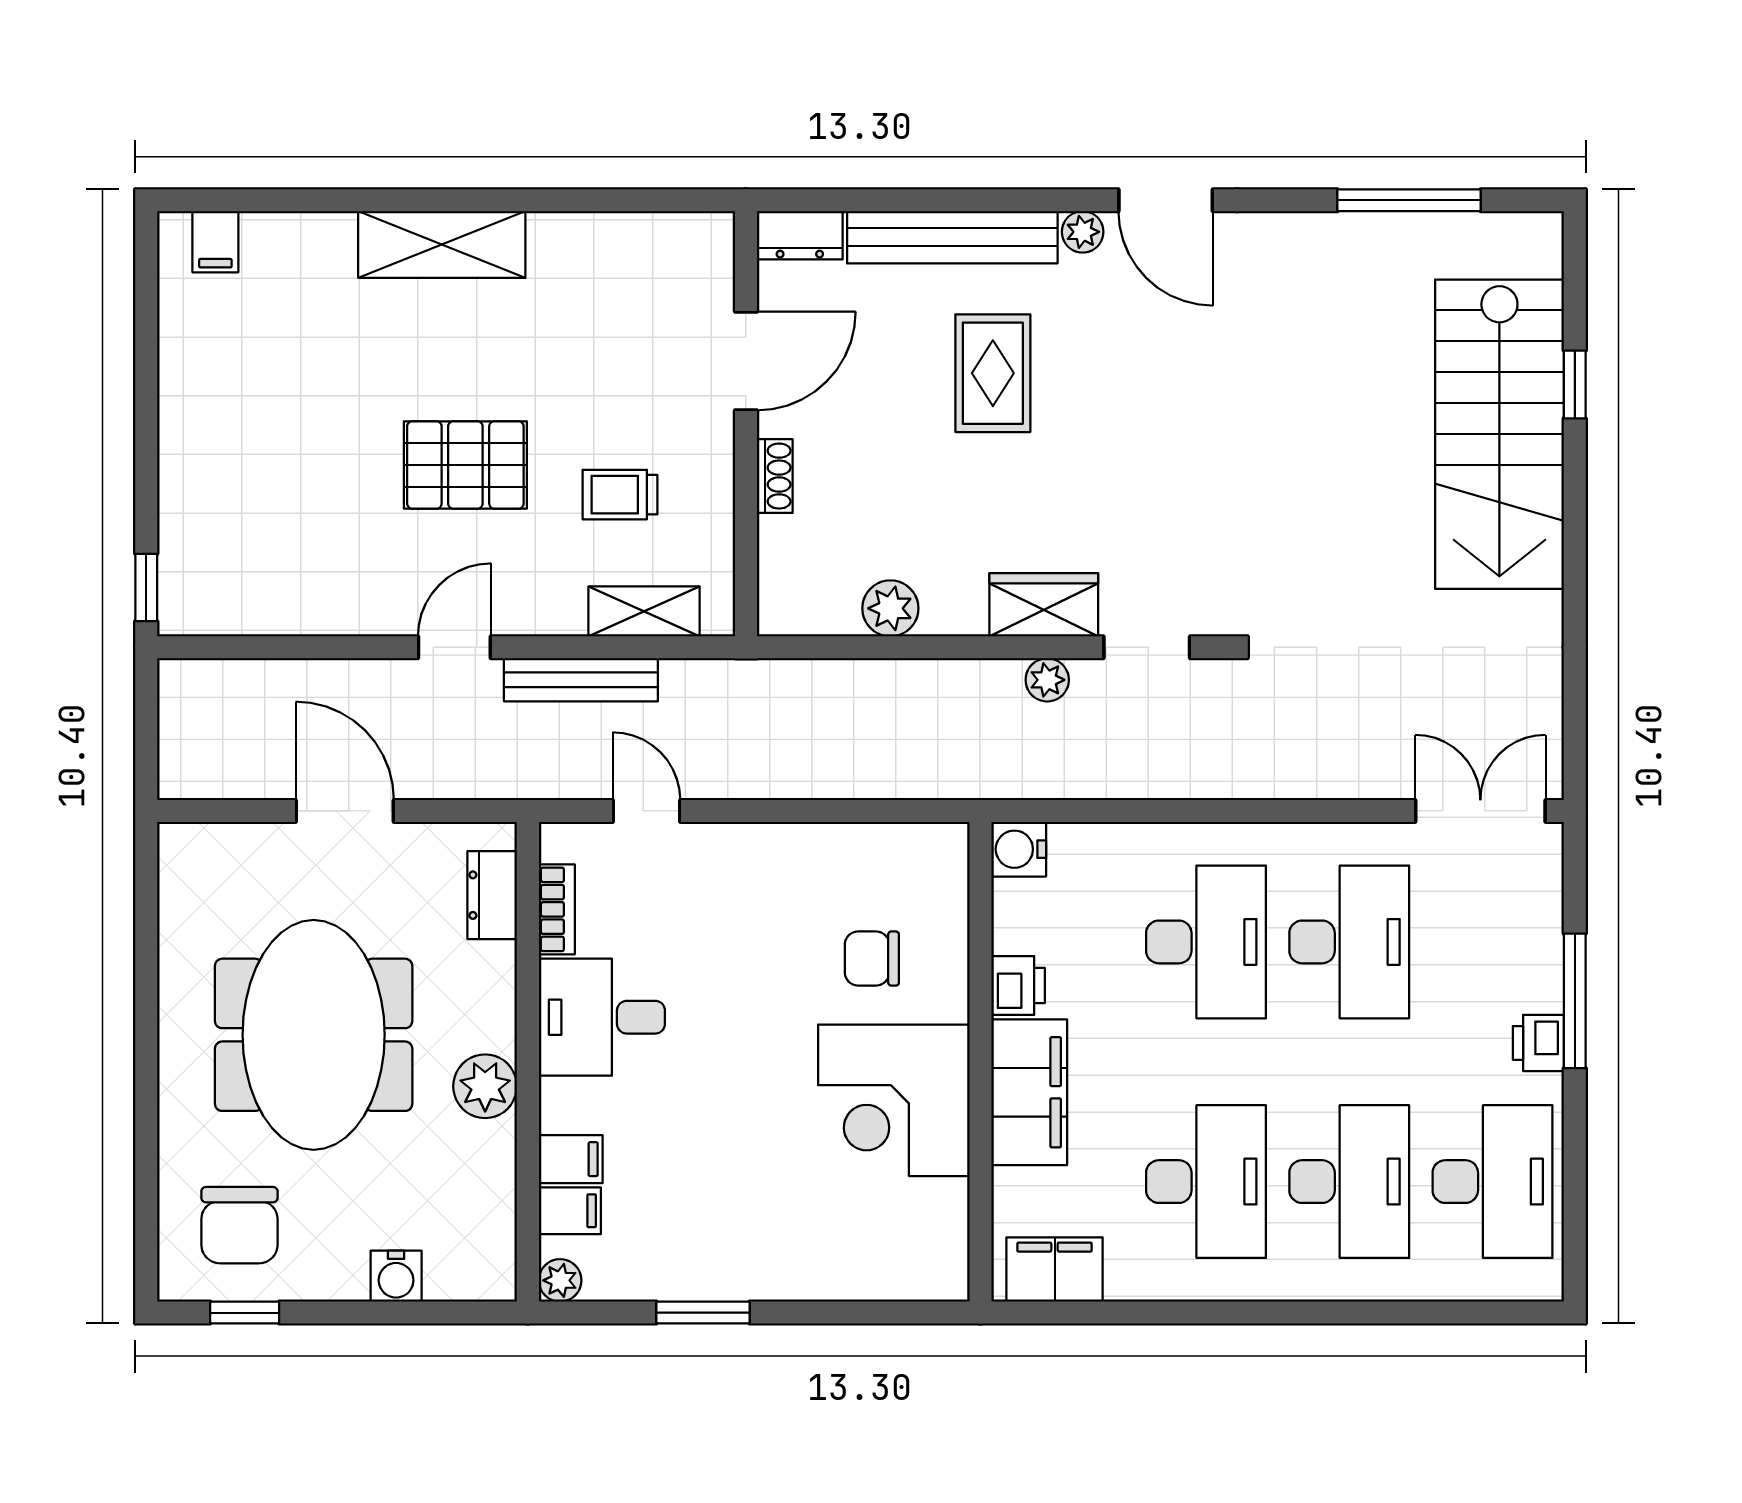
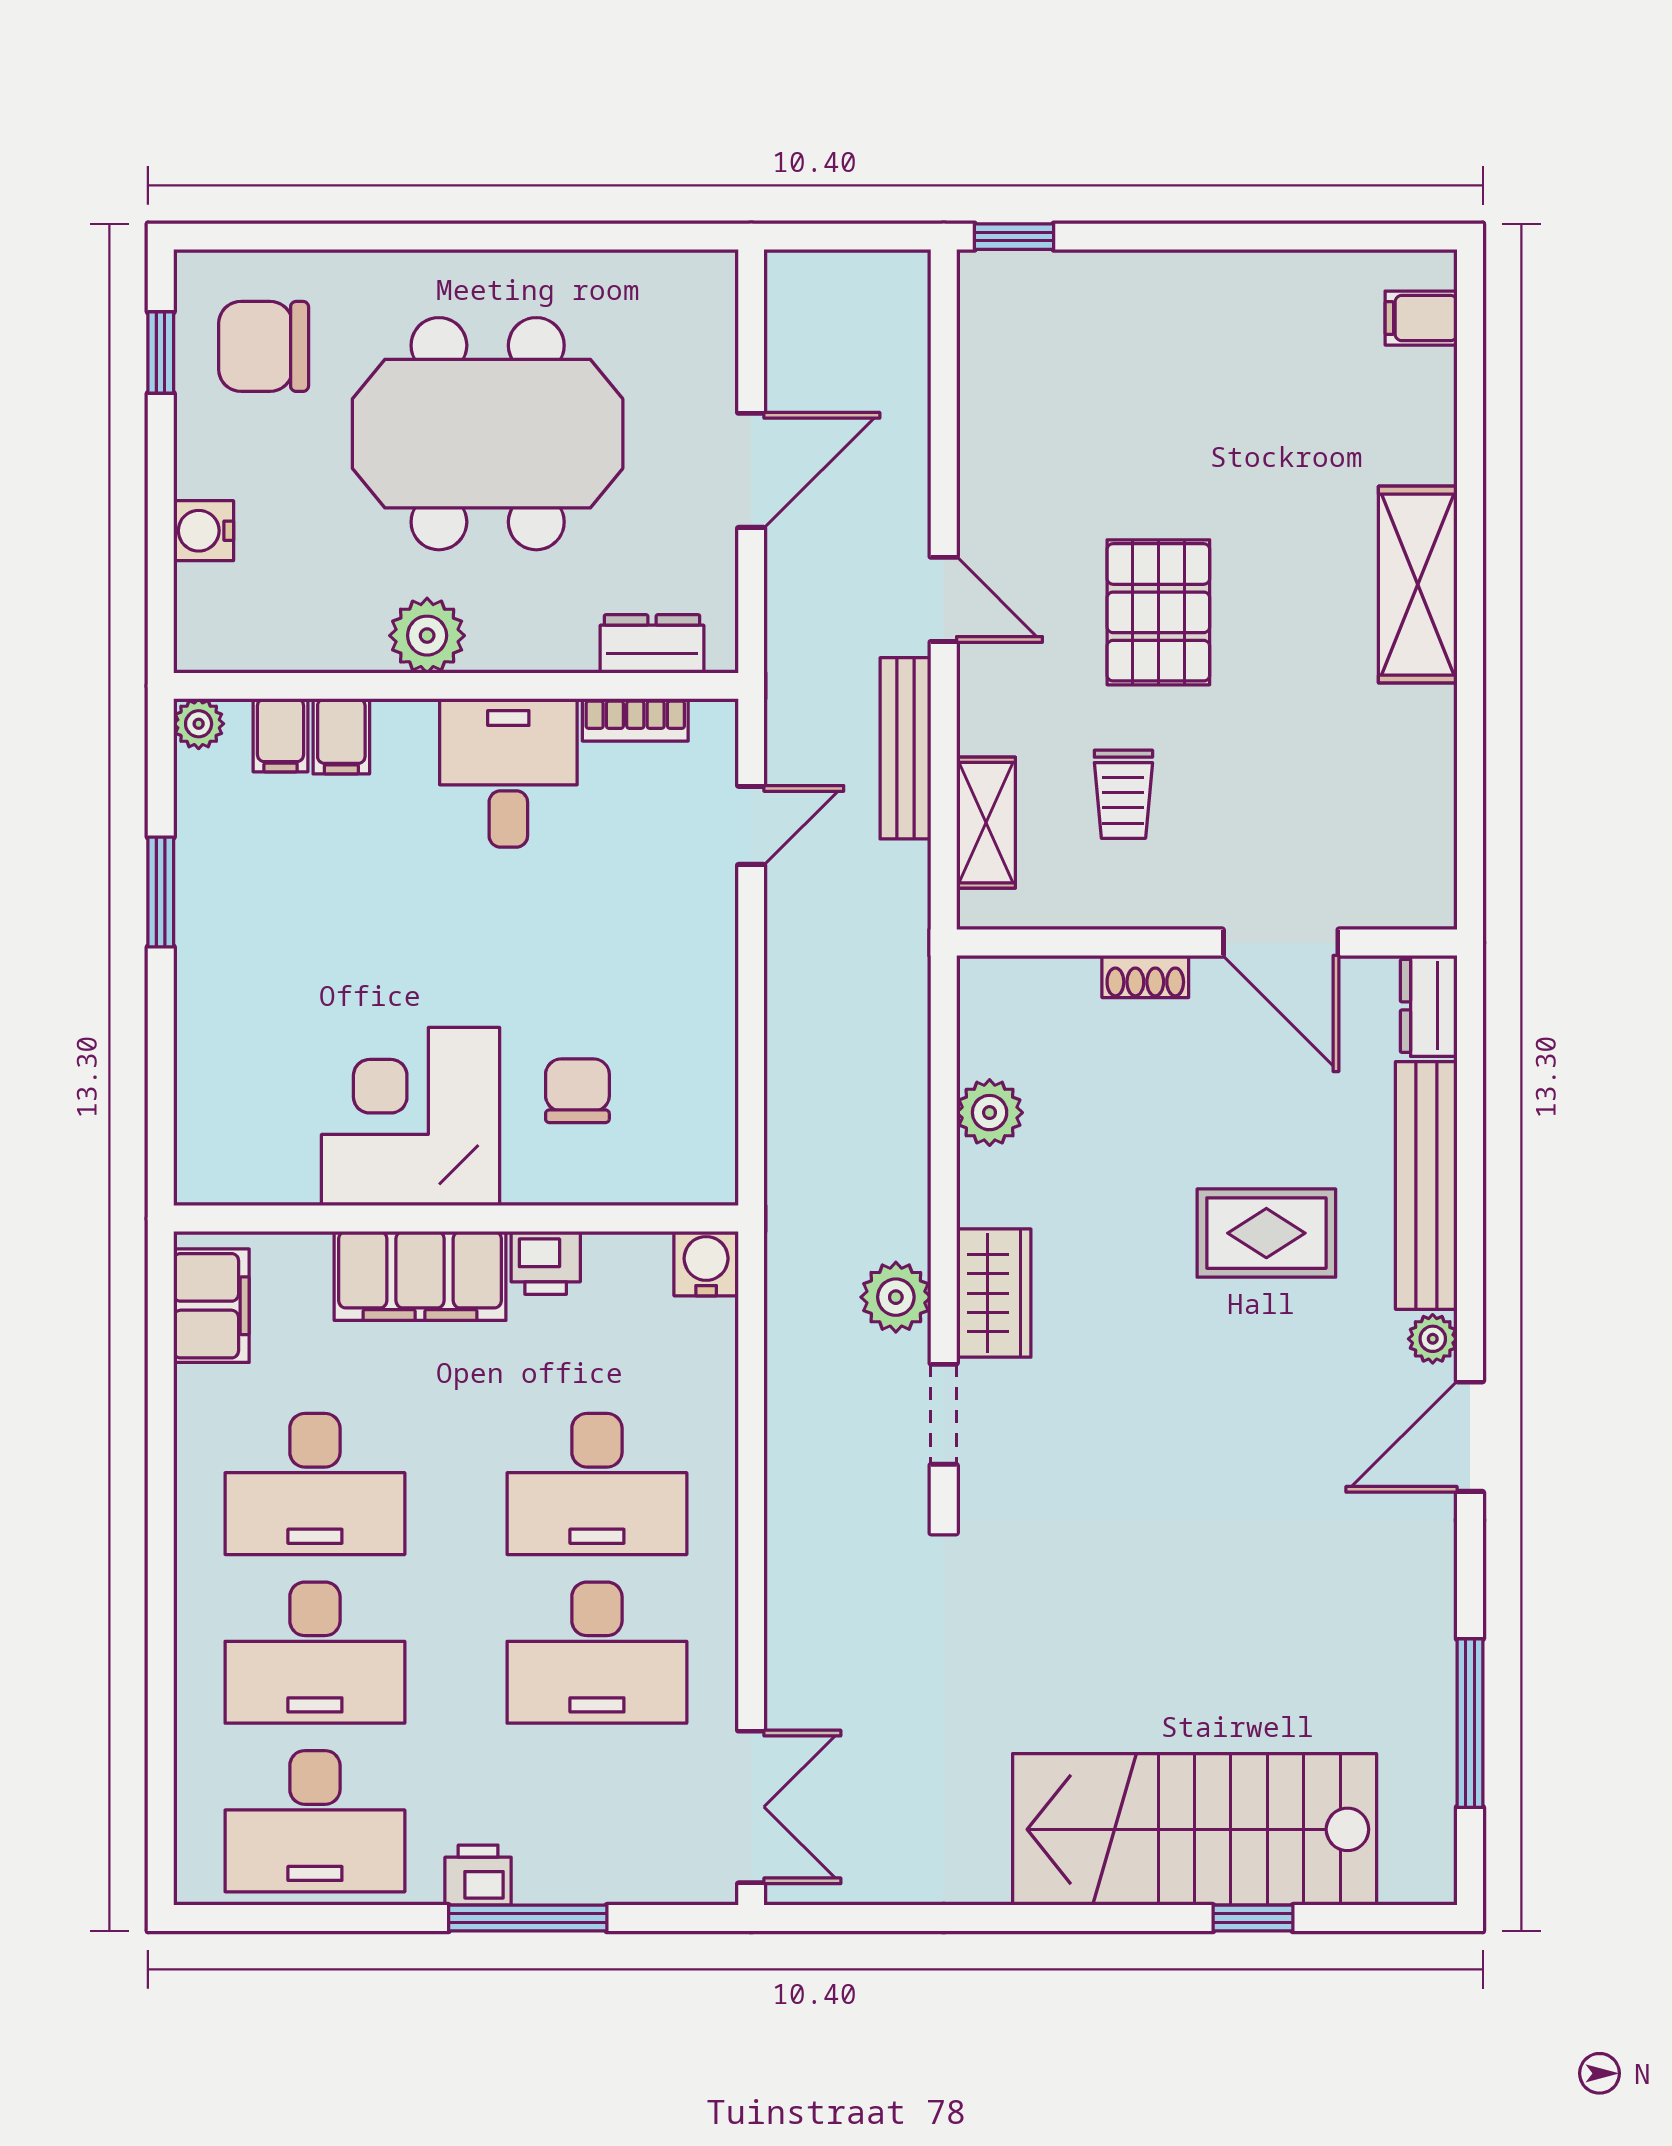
trolley: (620, 495) -> (1123, 794), turned 180
plant: (1047, 680) -> (896, 1297), width x1.38, depth x1.38

